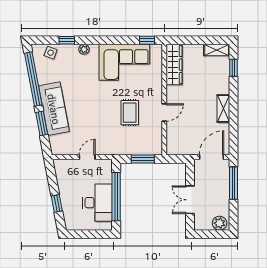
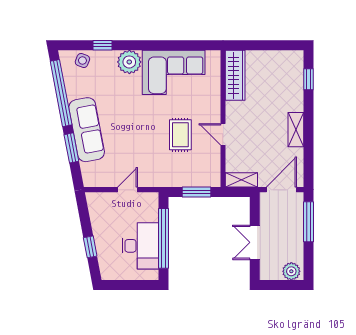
window: (147, 40) -> (202, 45), removed
plant: (84, 49) -> (129, 62), width x1.87, depth x1.87
shelving: (217, 50) -> (241, 180), moved
door: (164, 112) -> (223, 134), swing flipped

